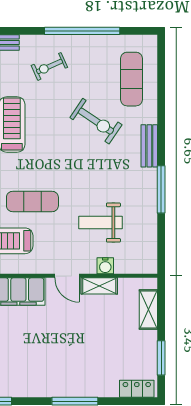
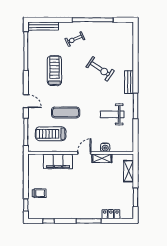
exercise mat: (131, 79) -> (119, 46), removed
weight bench: (100, 223) -> (112, 114), moved
door: (67, 276) -> (84, 153), swing flipped
locker: (137, 389) -> (111, 214), moved

